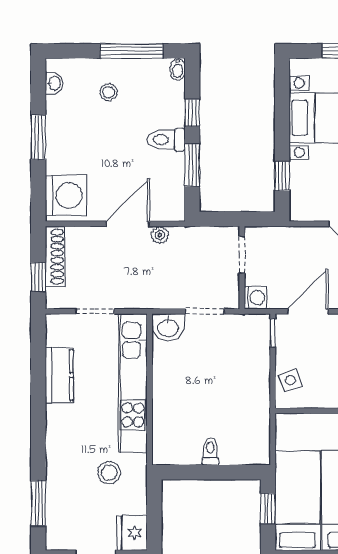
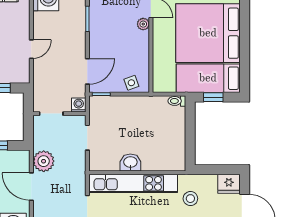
plant: (160, 235) -> (44, 161), width x1.87, depth x1.87
door: (308, 311) -> (87, 71), swing flipped
washbasin: (168, 327) -> (130, 162), moved, turned -90
toilet: (210, 451) -> (177, 101), moved

